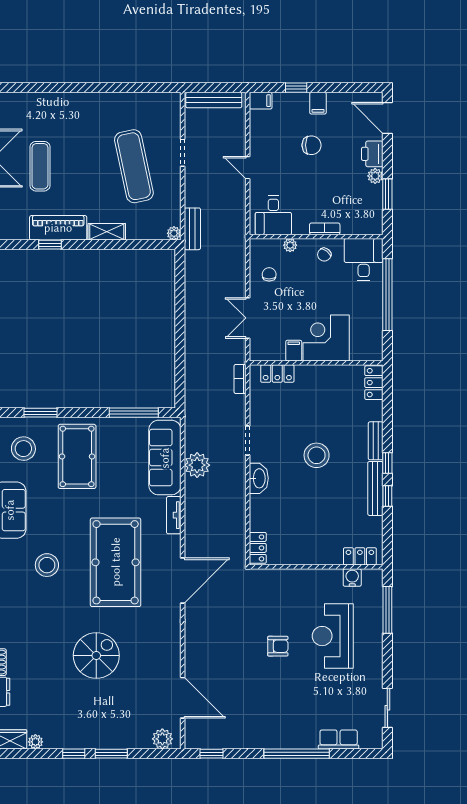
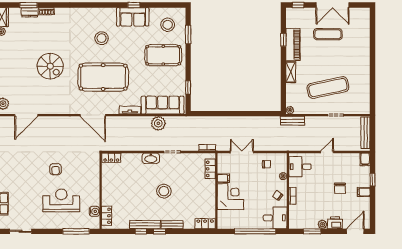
window: (134, 413) -> (188, 87), width x0.46

